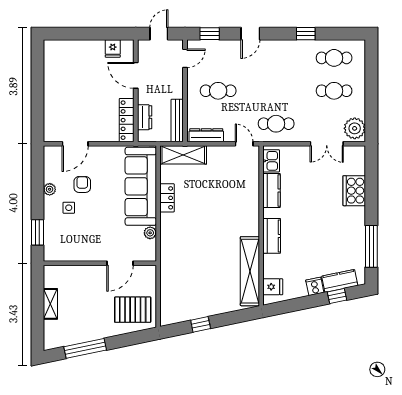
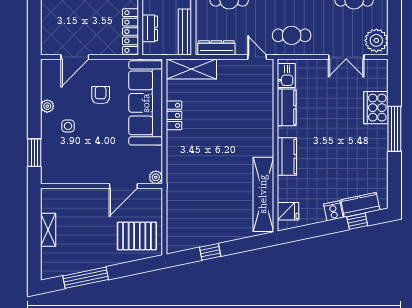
armchair: (82, 184) -> (101, 95), moved
plant: (150, 233) -> (156, 177), moved
window: (371, 246) -> (394, 129), moved

